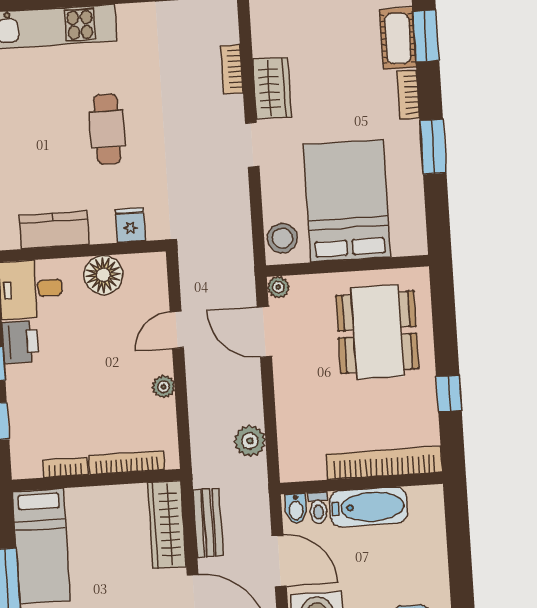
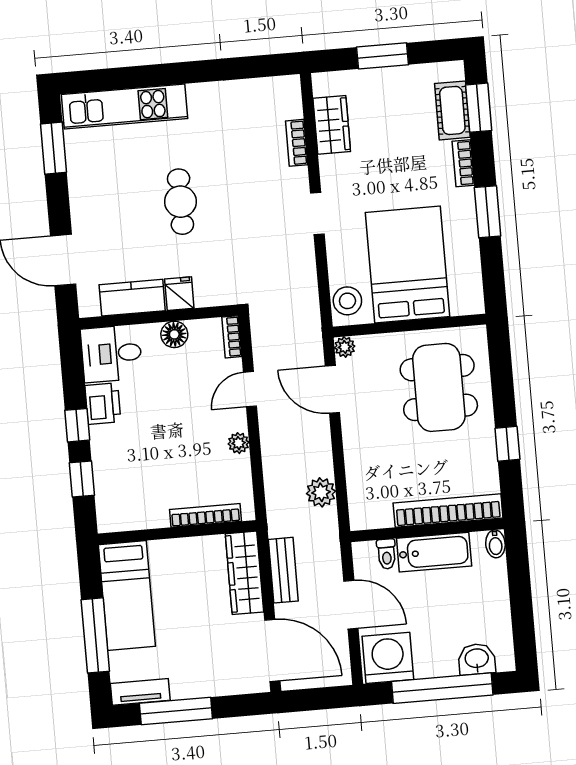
wardrobe: (272, 88) -> (332, 125), moved
fridge: (130, 225) -> (179, 294), moved
floor lamp: (103, 275) -> (174, 334), width x0.73, depth x0.73
bookcase: (65, 468) -> (232, 337), moved, turned -90
bidet: (296, 508) -> (495, 544), moved

